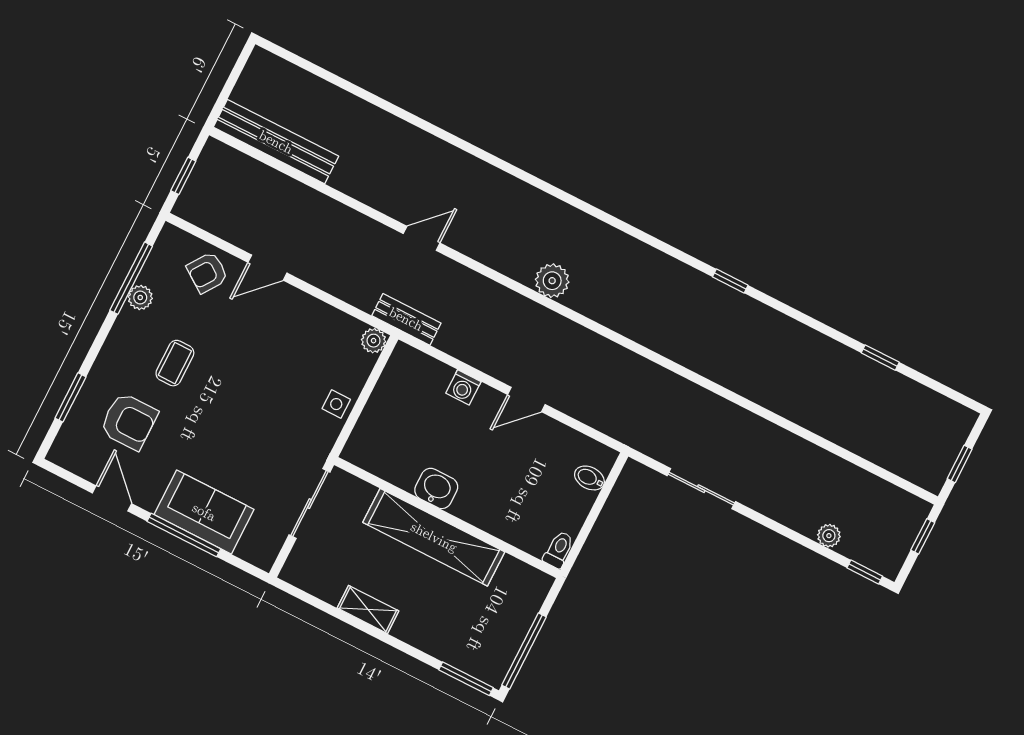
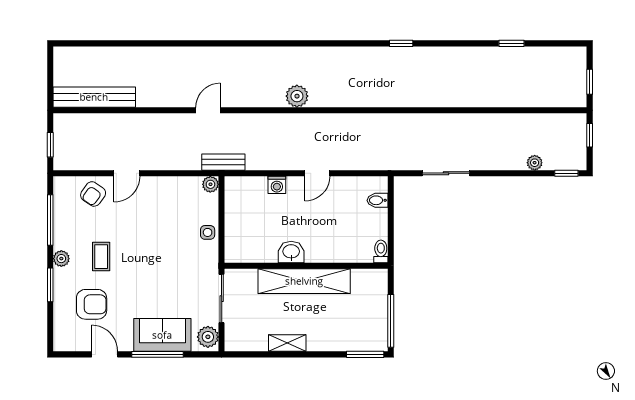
plant: (140, 297) -> (61, 259), moved
window: (70, 397) -> (50, 285), moved
plant: (264, 546) -> (208, 337), added

